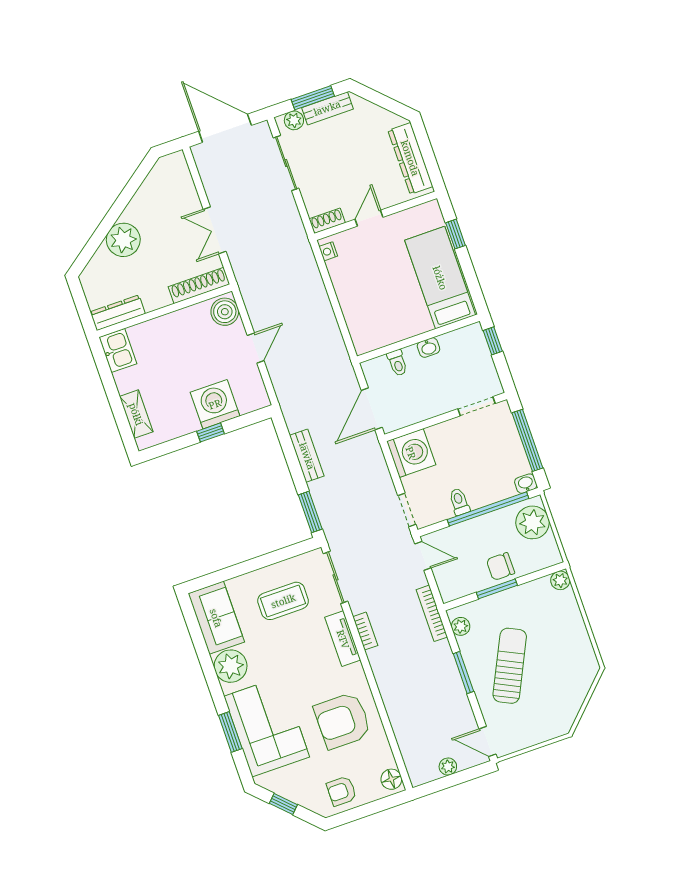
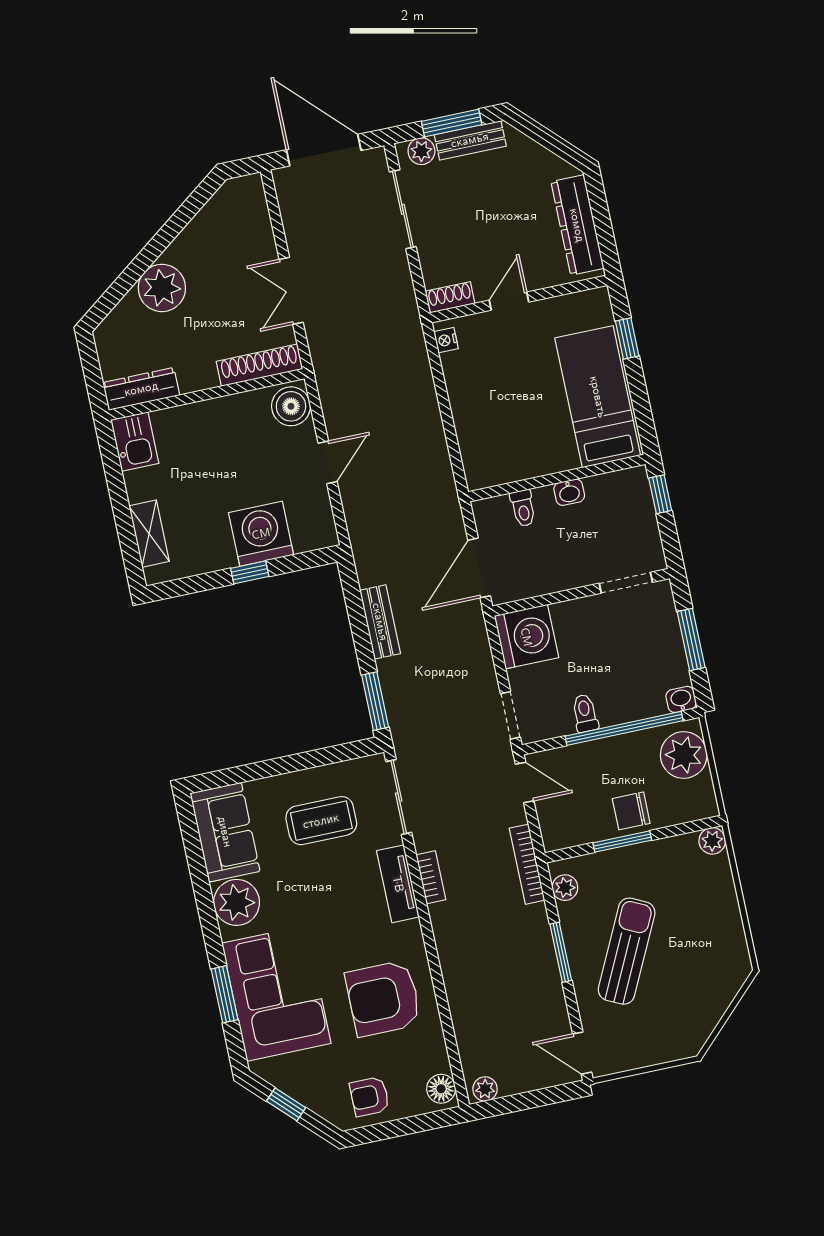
window: (527, 440) -> (691, 639), width x0.69
plant: (448, 767) -> (485, 1089), moved

